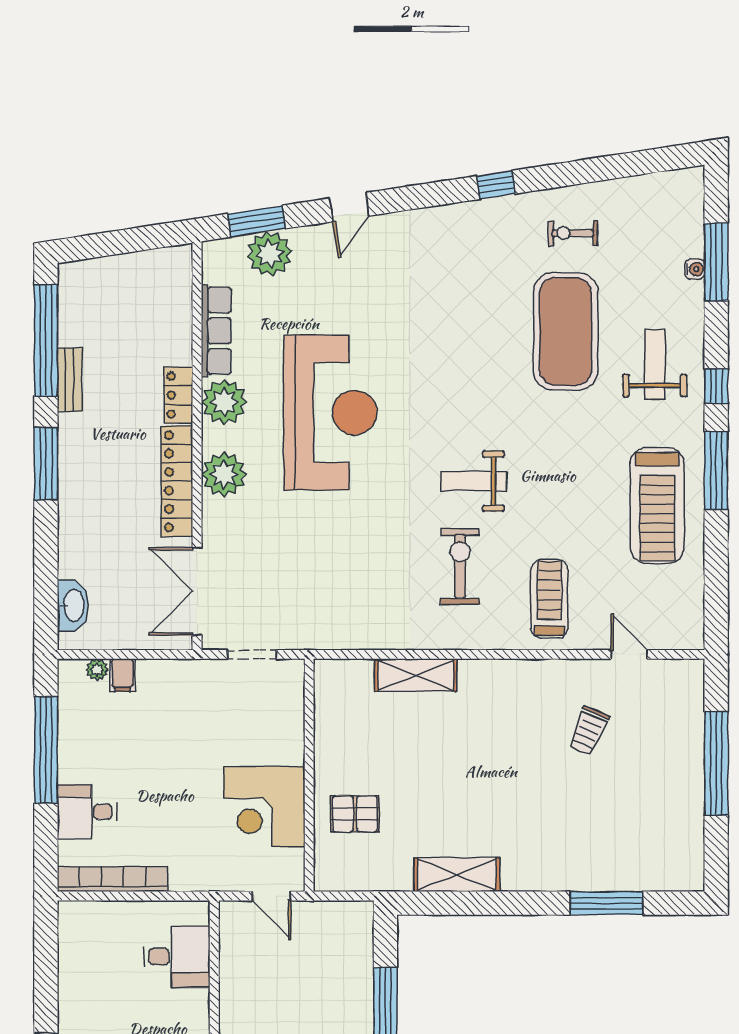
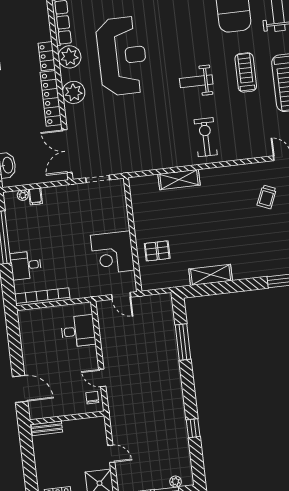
exercise bike: (460, 566) -> (206, 137), moved
treadmill: (549, 599) -> (246, 72), moved

